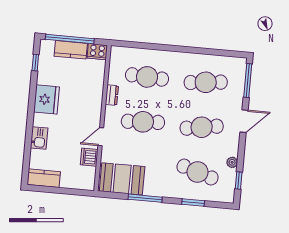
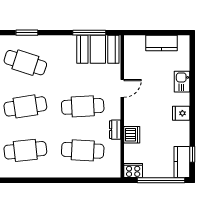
kitchen counter: (71, 50) -> (182, 162), moved, turned -90
fridge: (46, 99) -> (181, 113), width x0.53, depth x0.75
dishwasher: (89, 157) -> (132, 135), moved
kitchen counter: (44, 178) -> (162, 43), moved
window: (145, 198) -> (89, 33), moved

